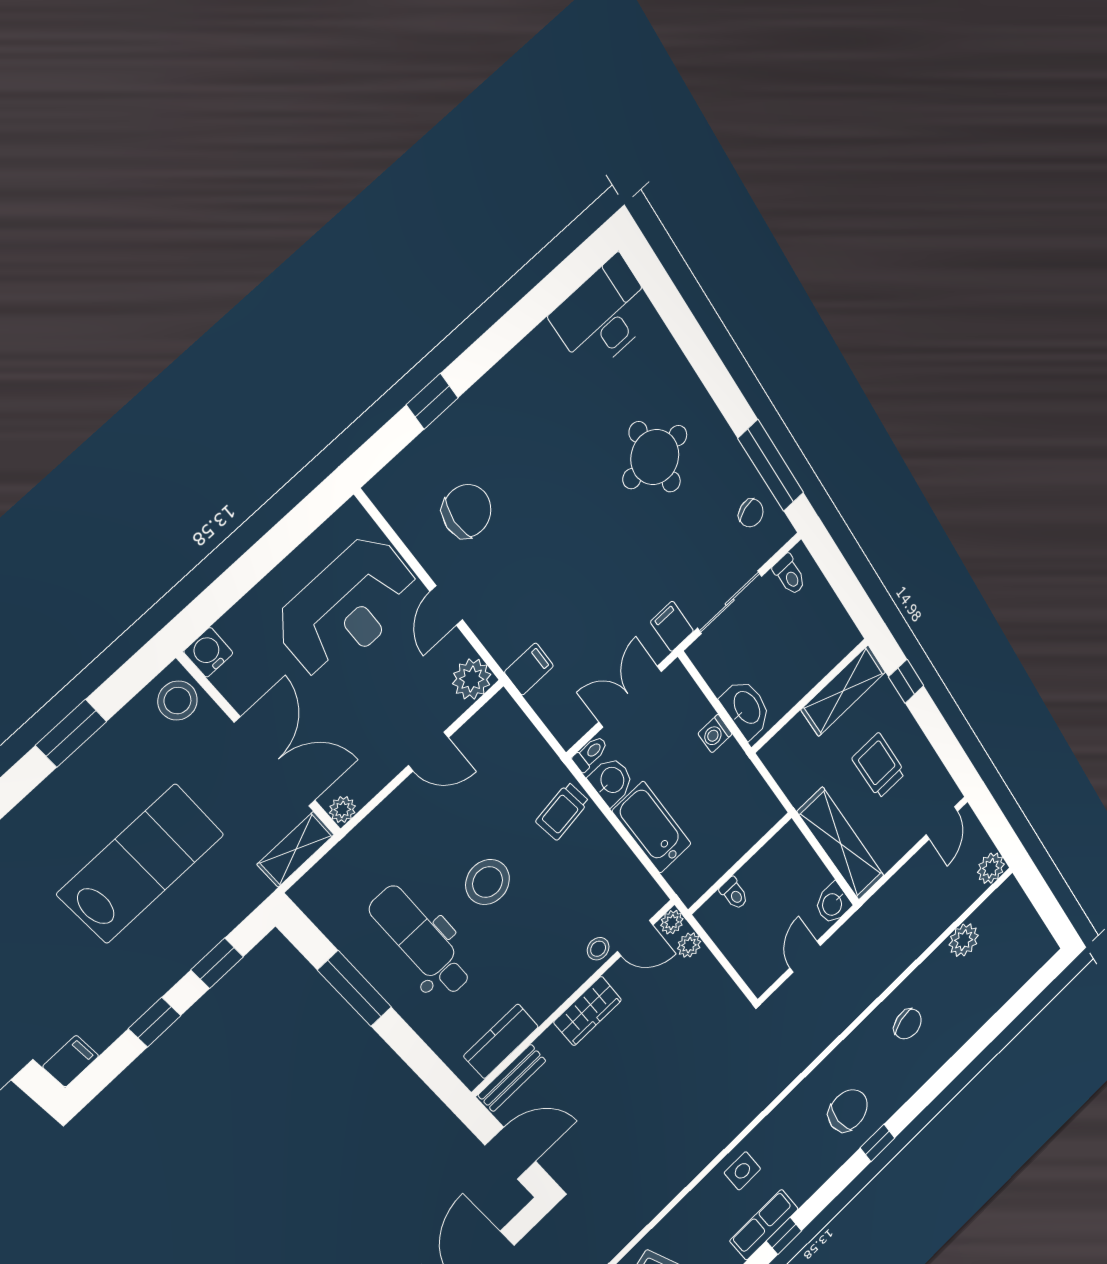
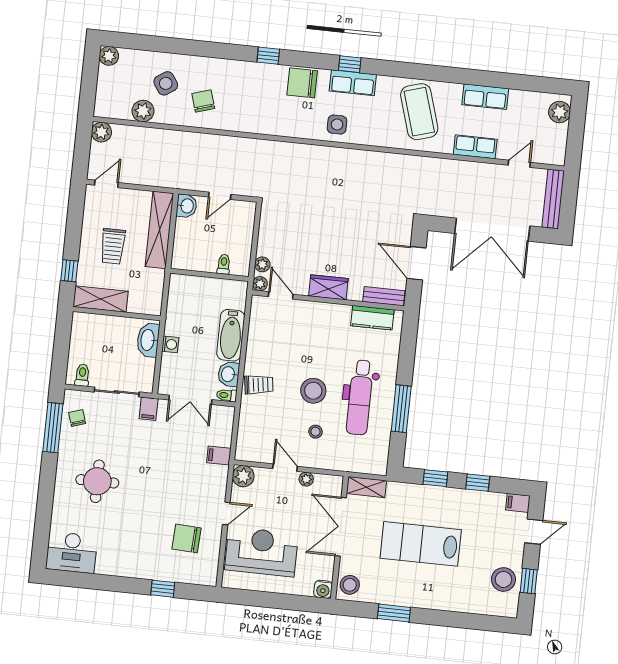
plant: (342, 809) -> (306, 479), moved
stool: (598, 949) -> (315, 432), moved
plant: (1044, 949) -> (109, 56), added
side table: (962, 994) -> (166, 83), added
chair: (848, 1111) -> (302, 83), moved

